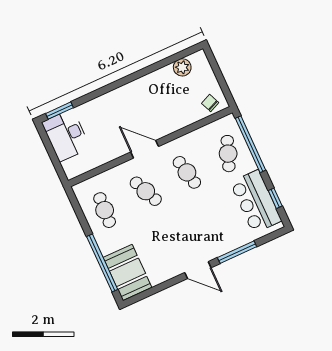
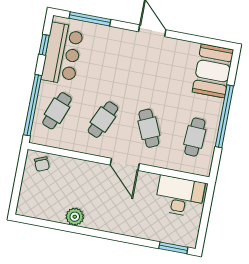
plant: (182, 67) -> (75, 217), moved
desk: (66, 135) -> (180, 196), moved, turned -90
cafe table: (187, 172) -> (103, 120), turned 36
window: (237, 252) -> (90, 19), moved
window: (102, 263) -> (224, 116), moved

